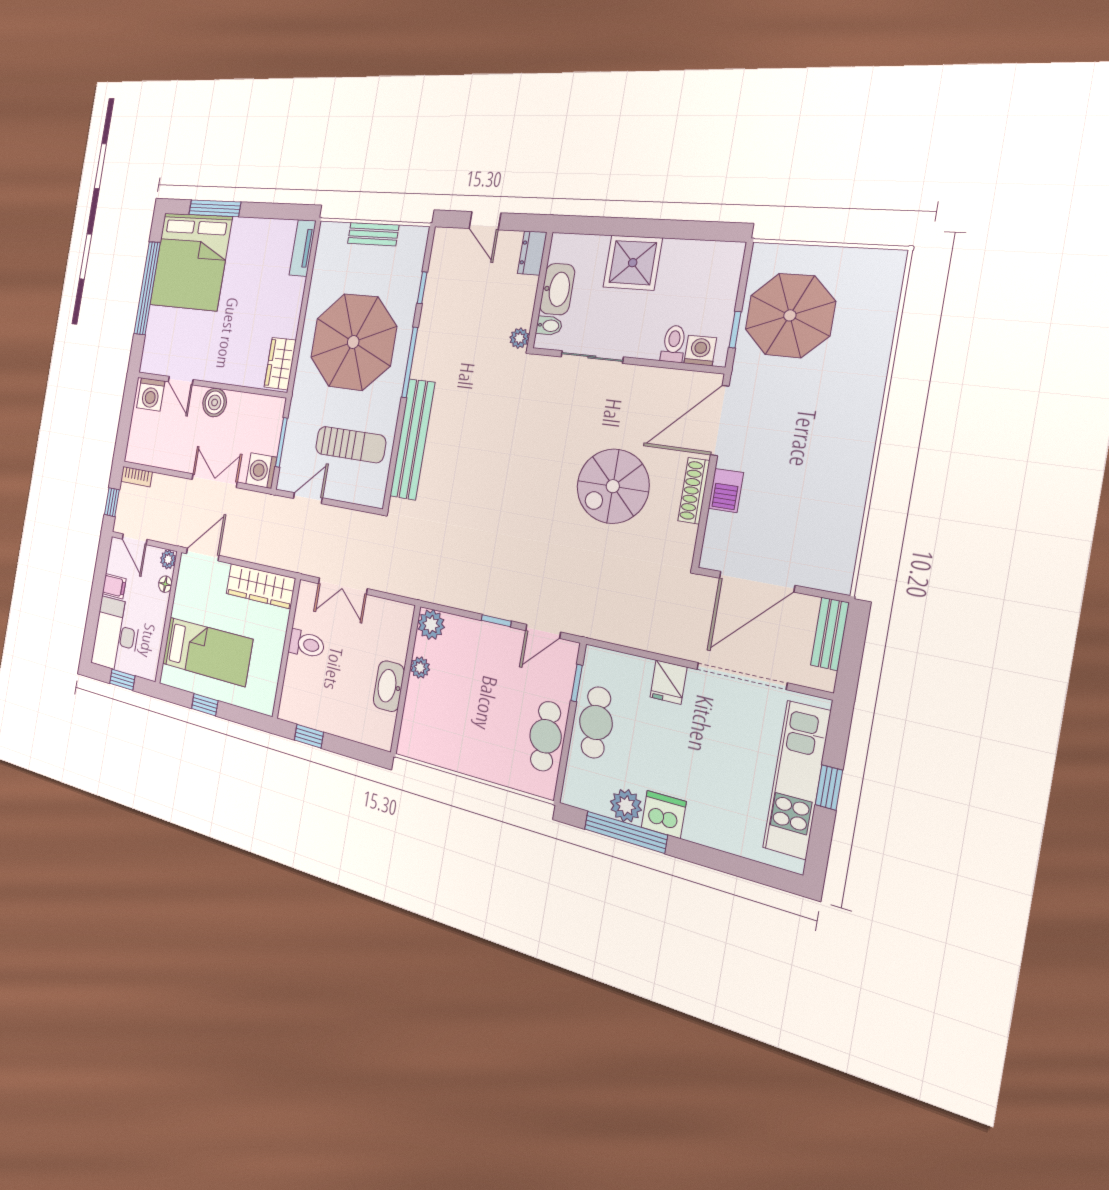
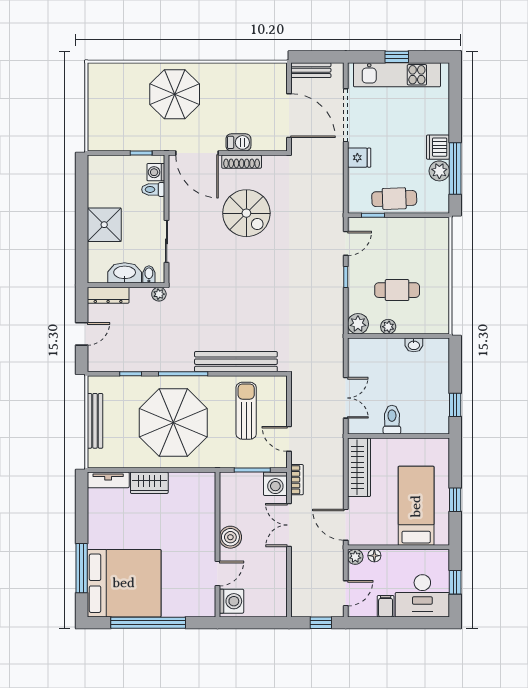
bench: (373, 234) -> (95, 421), width x1.36
dresser: (532, 253) -> (108, 295), width x1.44
parasol: (790, 315) -> (175, 94), moved
wardrobe: (280, 364) -> (149, 483), moved
bookcase: (136, 477) -> (297, 480), moved
door: (543, 631) -> (346, 243), hinge flipped
washbasin: (389, 686) -> (414, 345), width x0.52, depth x0.69
cafe table: (546, 736) -> (397, 290), moved

